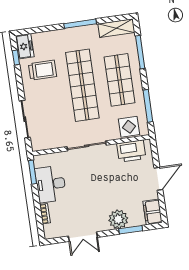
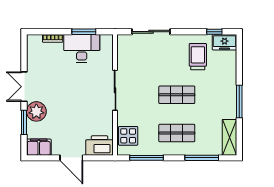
trolley: (42, 70) -> (198, 57), turned 180
shop shelf: (120, 80) -> (177, 133), width x0.70, depth x0.74
shop shelf: (82, 85) -> (177, 95), width x0.50, depth x0.74
printer: (131, 151) -> (100, 146), moved, turned 90
window: (32, 172) -> (84, 32), moved
double door: (83, 237) -> (24, 87), moved

